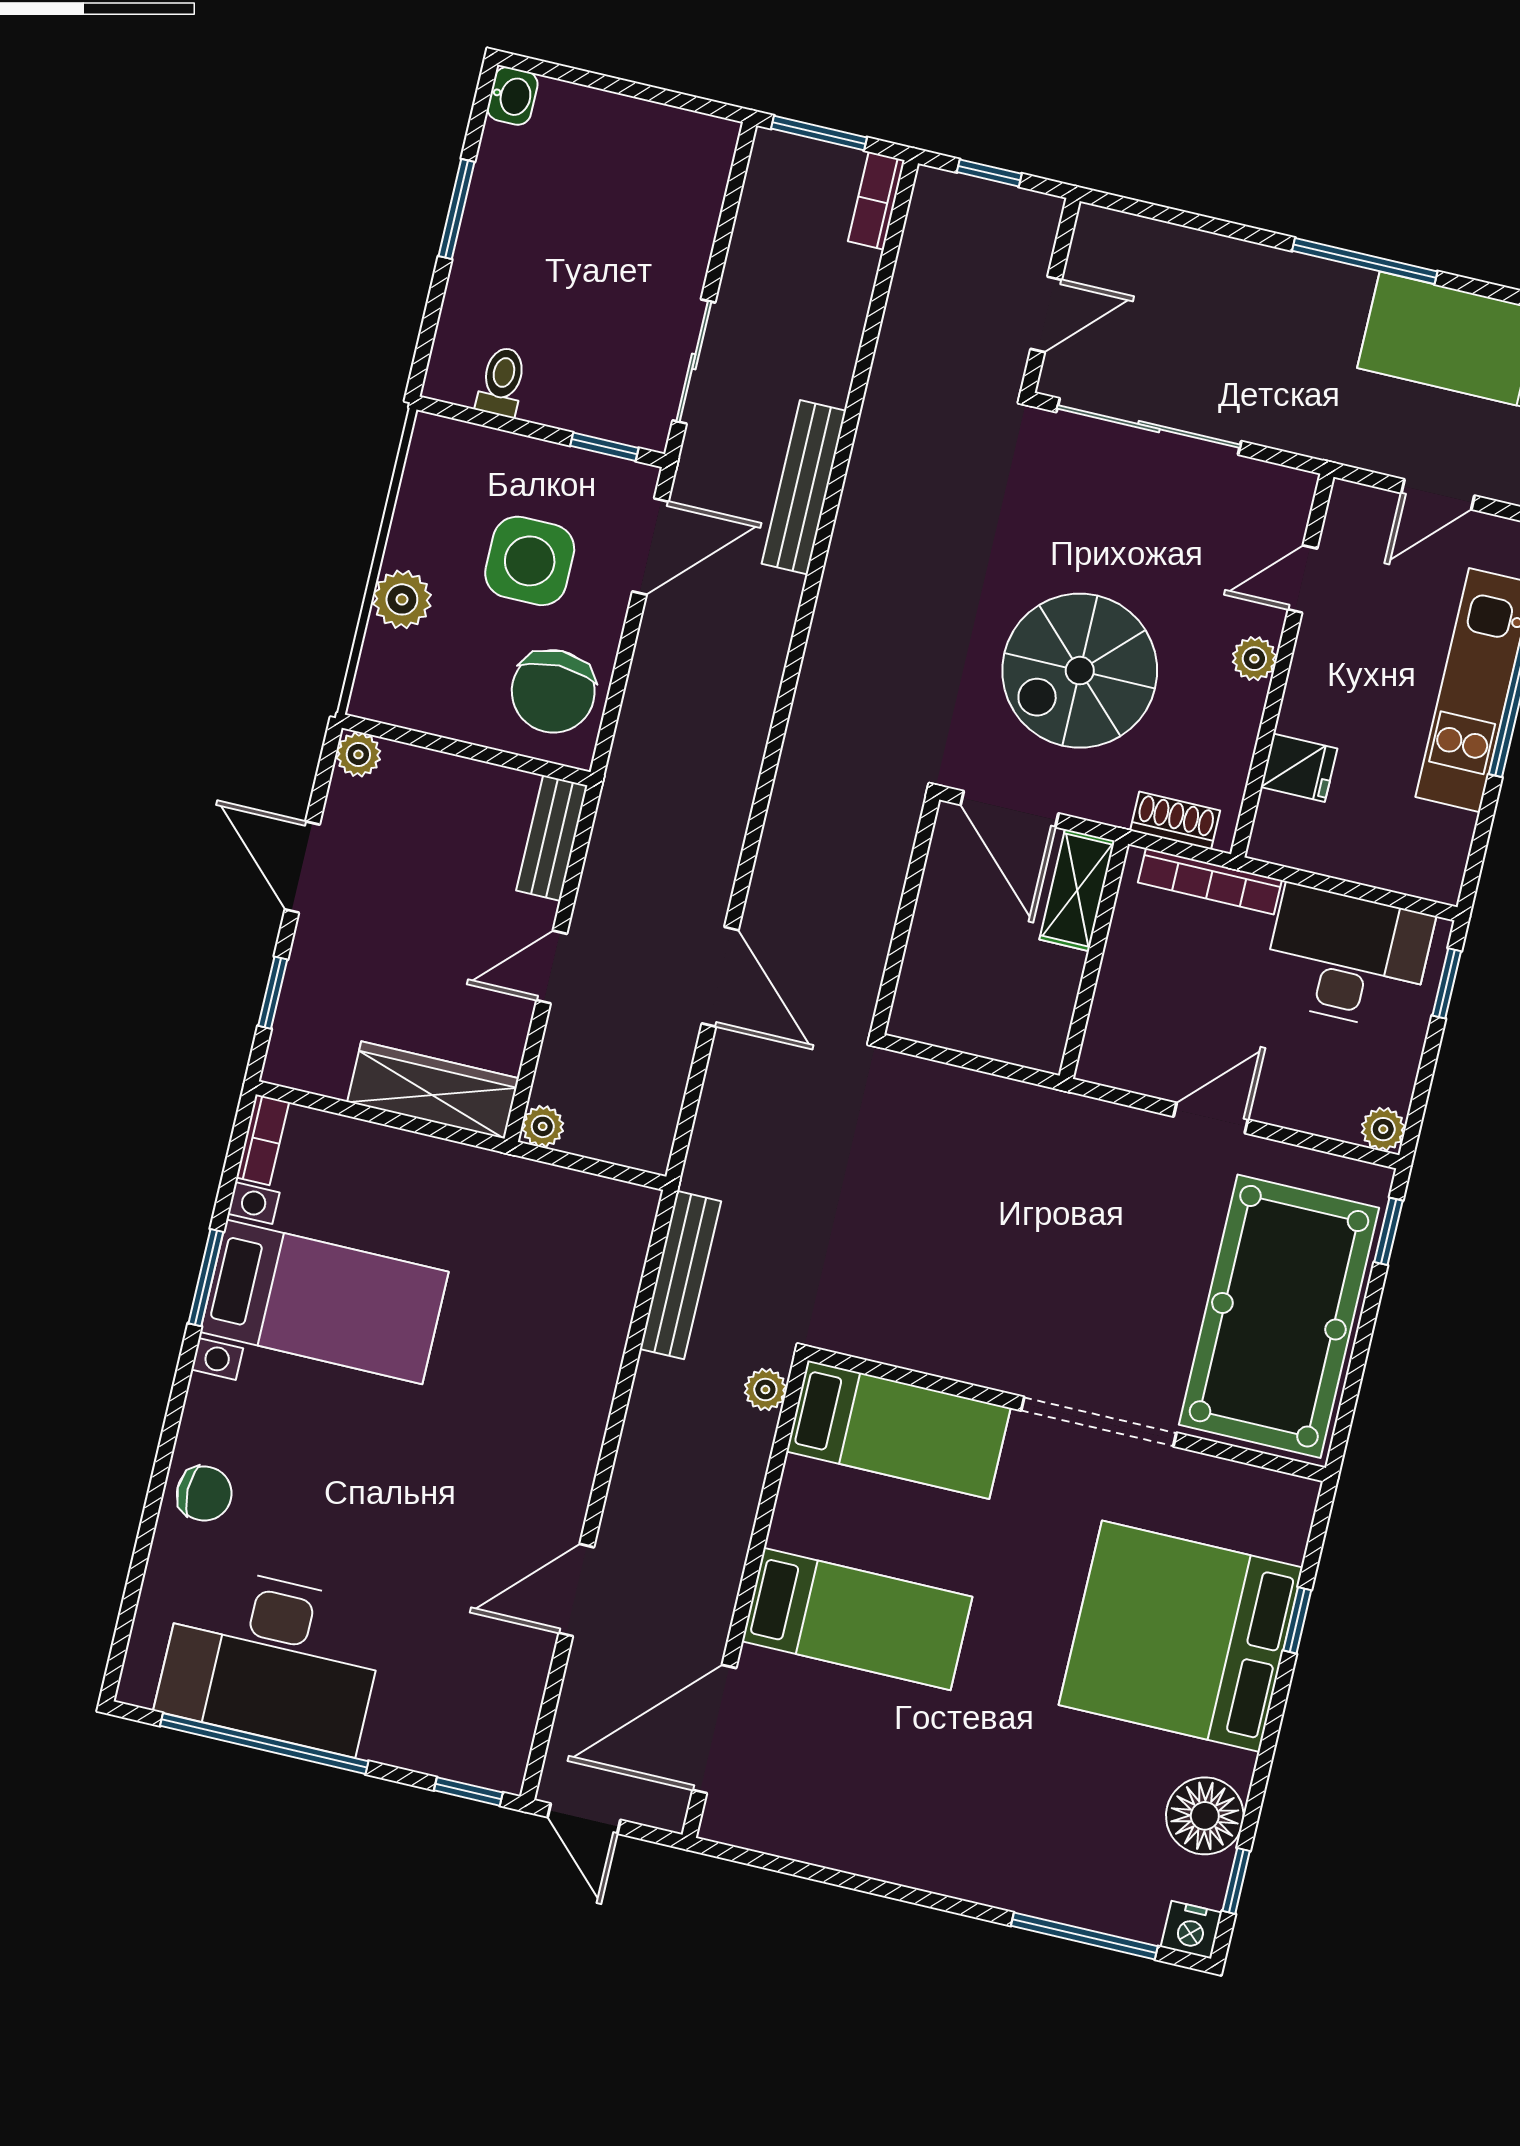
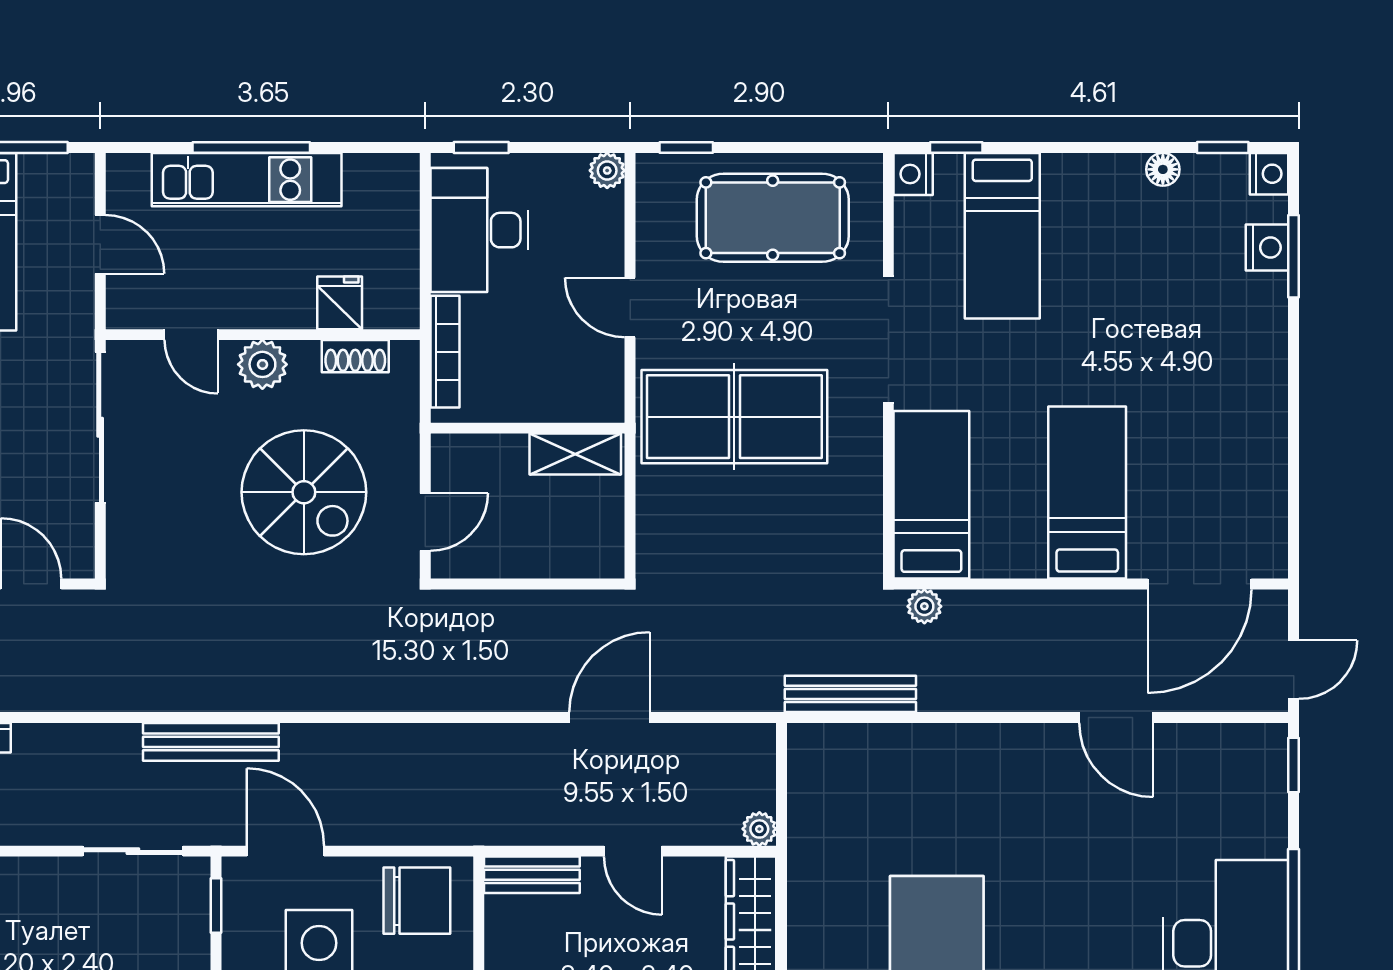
sliding door: (1149, 427) -> (100, 427), moved
plant: (1254, 659) -> (262, 364), width x1.38, depth x1.38
door: (1009, 809) -> (425, 522), width x0.73
shoe rack: (1175, 821) -> (355, 356), moved, turned -90
shelving: (1077, 890) -> (575, 454), moved
table tennis table: (1049, 1213) -> (734, 417), added
pool table: (1279, 1316) -> (773, 218), width x0.73, depth x0.76
nightstand: (1292, 1499) -> (913, 174), added
window: (1297, 1620) -> (956, 148), moved
bed: (1181, 1636) -> (1002, 236), width x0.49
door: (714, 1729) -> (1200, 584), hinge flipped
floor lamp: (1205, 1816) -> (1163, 169), width x0.53, depth x0.53
nightstand: (1103, 1906) -> (1267, 247), added
window: (1084, 1936) -> (1294, 256), width x0.69

